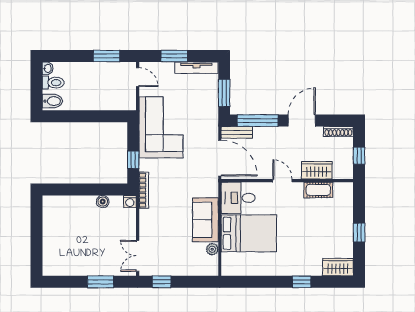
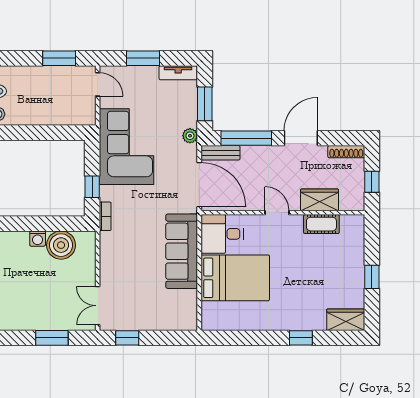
tv unit: (196, 68) -> (178, 73), width x0.71
bookcase: (144, 190) -> (105, 216), width x0.64
boiler: (103, 202) -> (61, 245), width x1.86, depth x1.86
washing machine: (130, 202) -> (38, 239), moved
sofa: (205, 220) -> (182, 251), width x1.36
plant: (212, 249) -> (190, 136), moved

